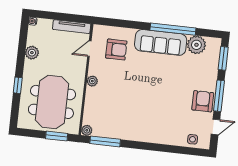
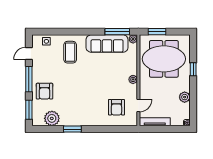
window: (173, 29) -> (72, 129), width x0.47
sofa: (161, 42) -> (107, 44), moved, turned 180
armchair: (116, 50) -> (116, 107), turned -90
armchair: (203, 101) -> (44, 91), moved
meeting table: (52, 102) -> (164, 59), turned 90
coffee table: (165, 123) -> (70, 52), added

